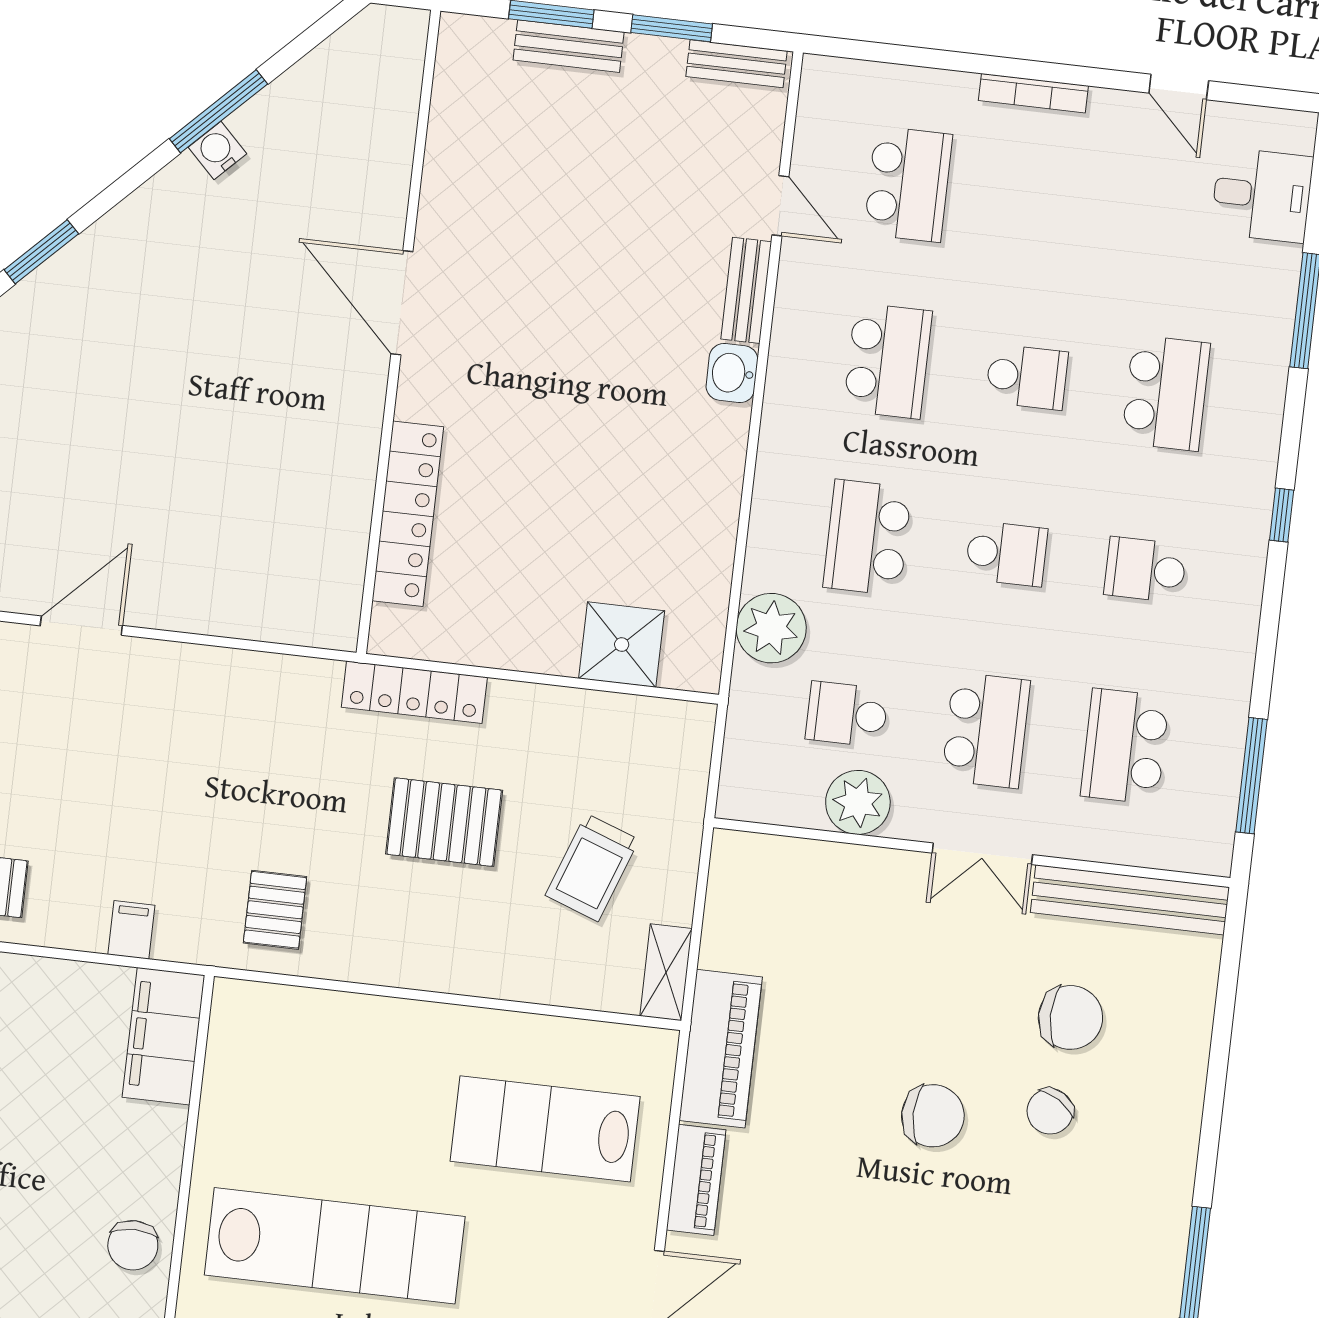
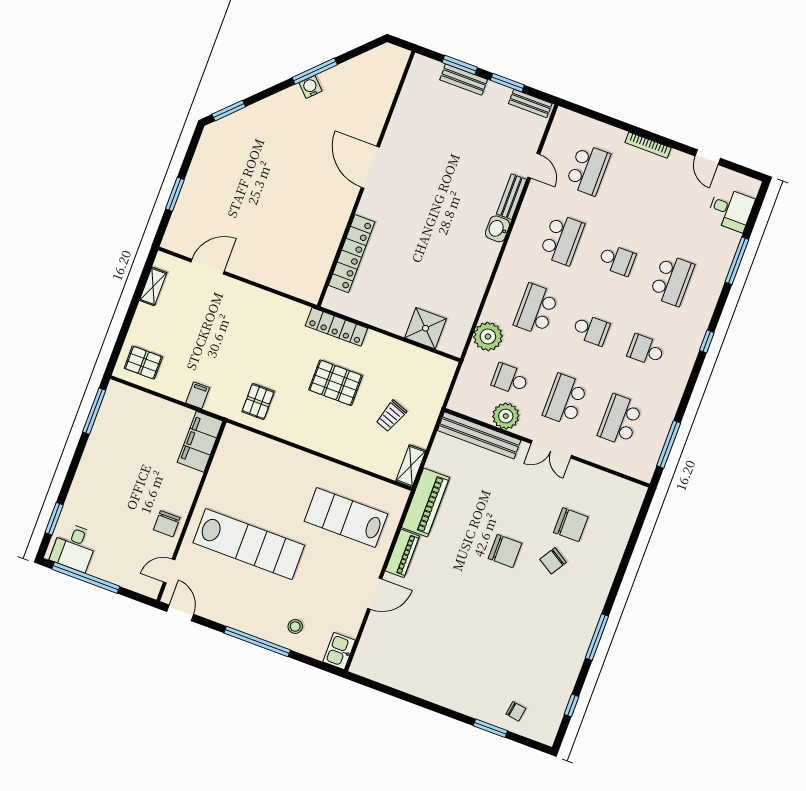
school desk: (986, 730) -> (565, 399), turned 180
trolley: (592, 868) -> (391, 416), width x0.73, depth x0.72
bench: (1130, 900) -> (479, 435), moved

